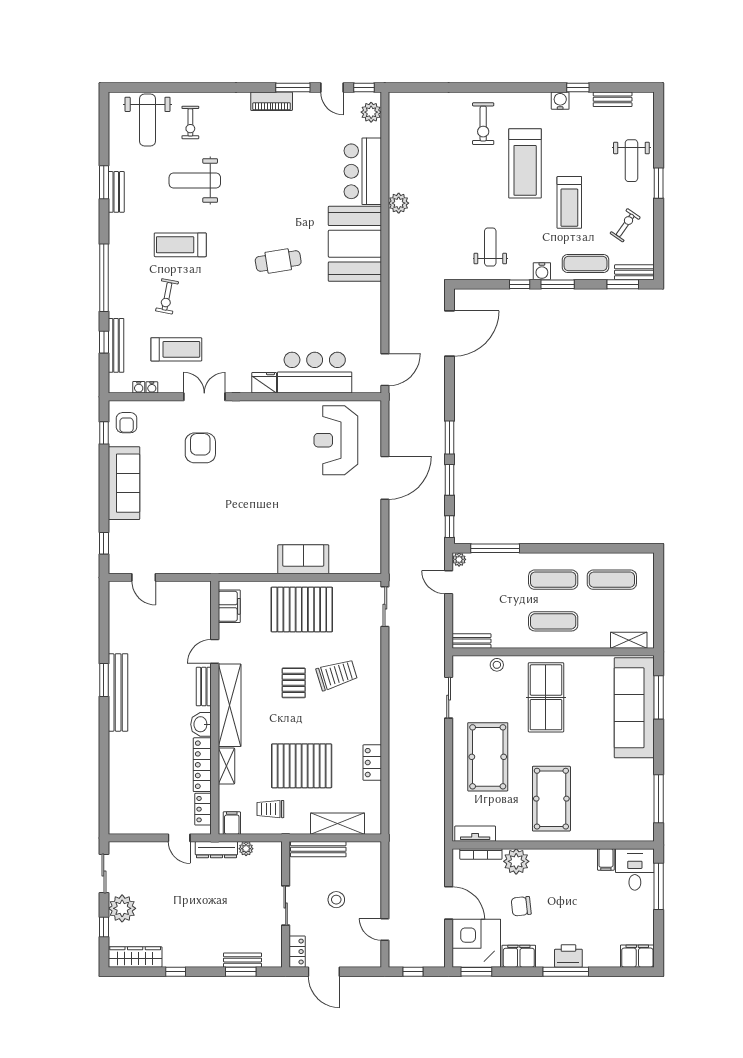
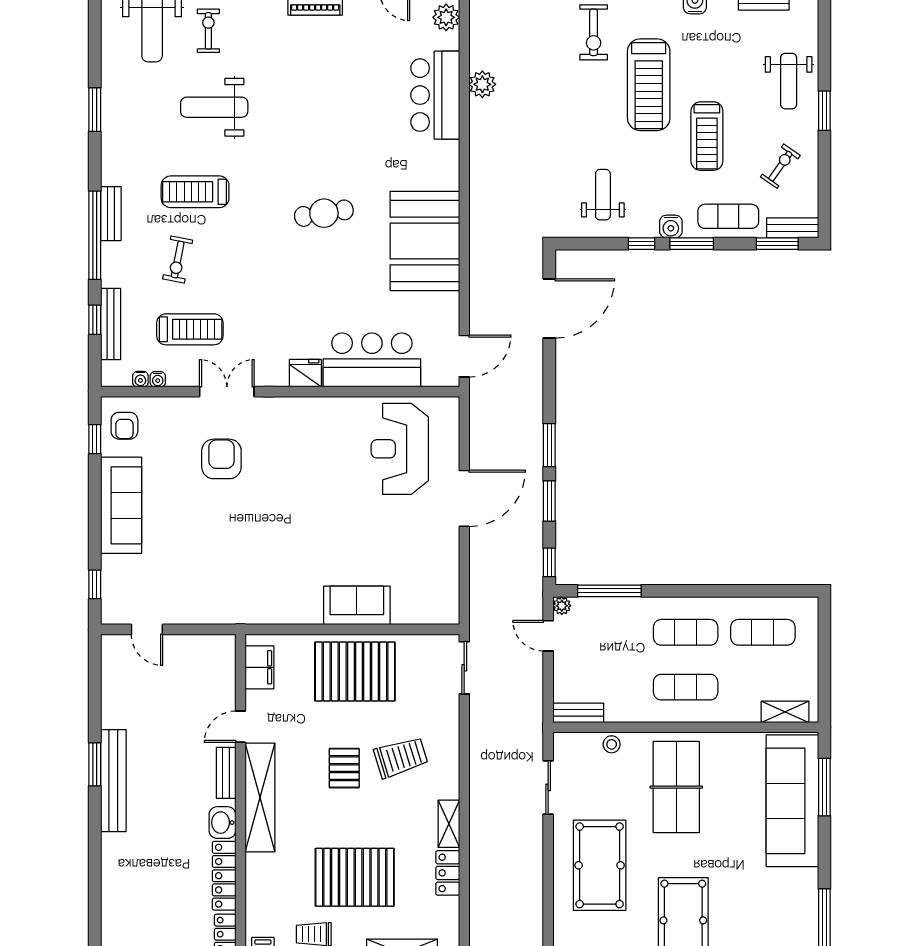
exercise bike: (190, 122) -> (208, 31), turned 180
bench: (116, 192) -> (111, 214), moved
plant: (399, 203) -> (482, 84), moved
booth: (355, 244) -> (425, 241), moved
shelving: (226, 766) -> (449, 824), moved

